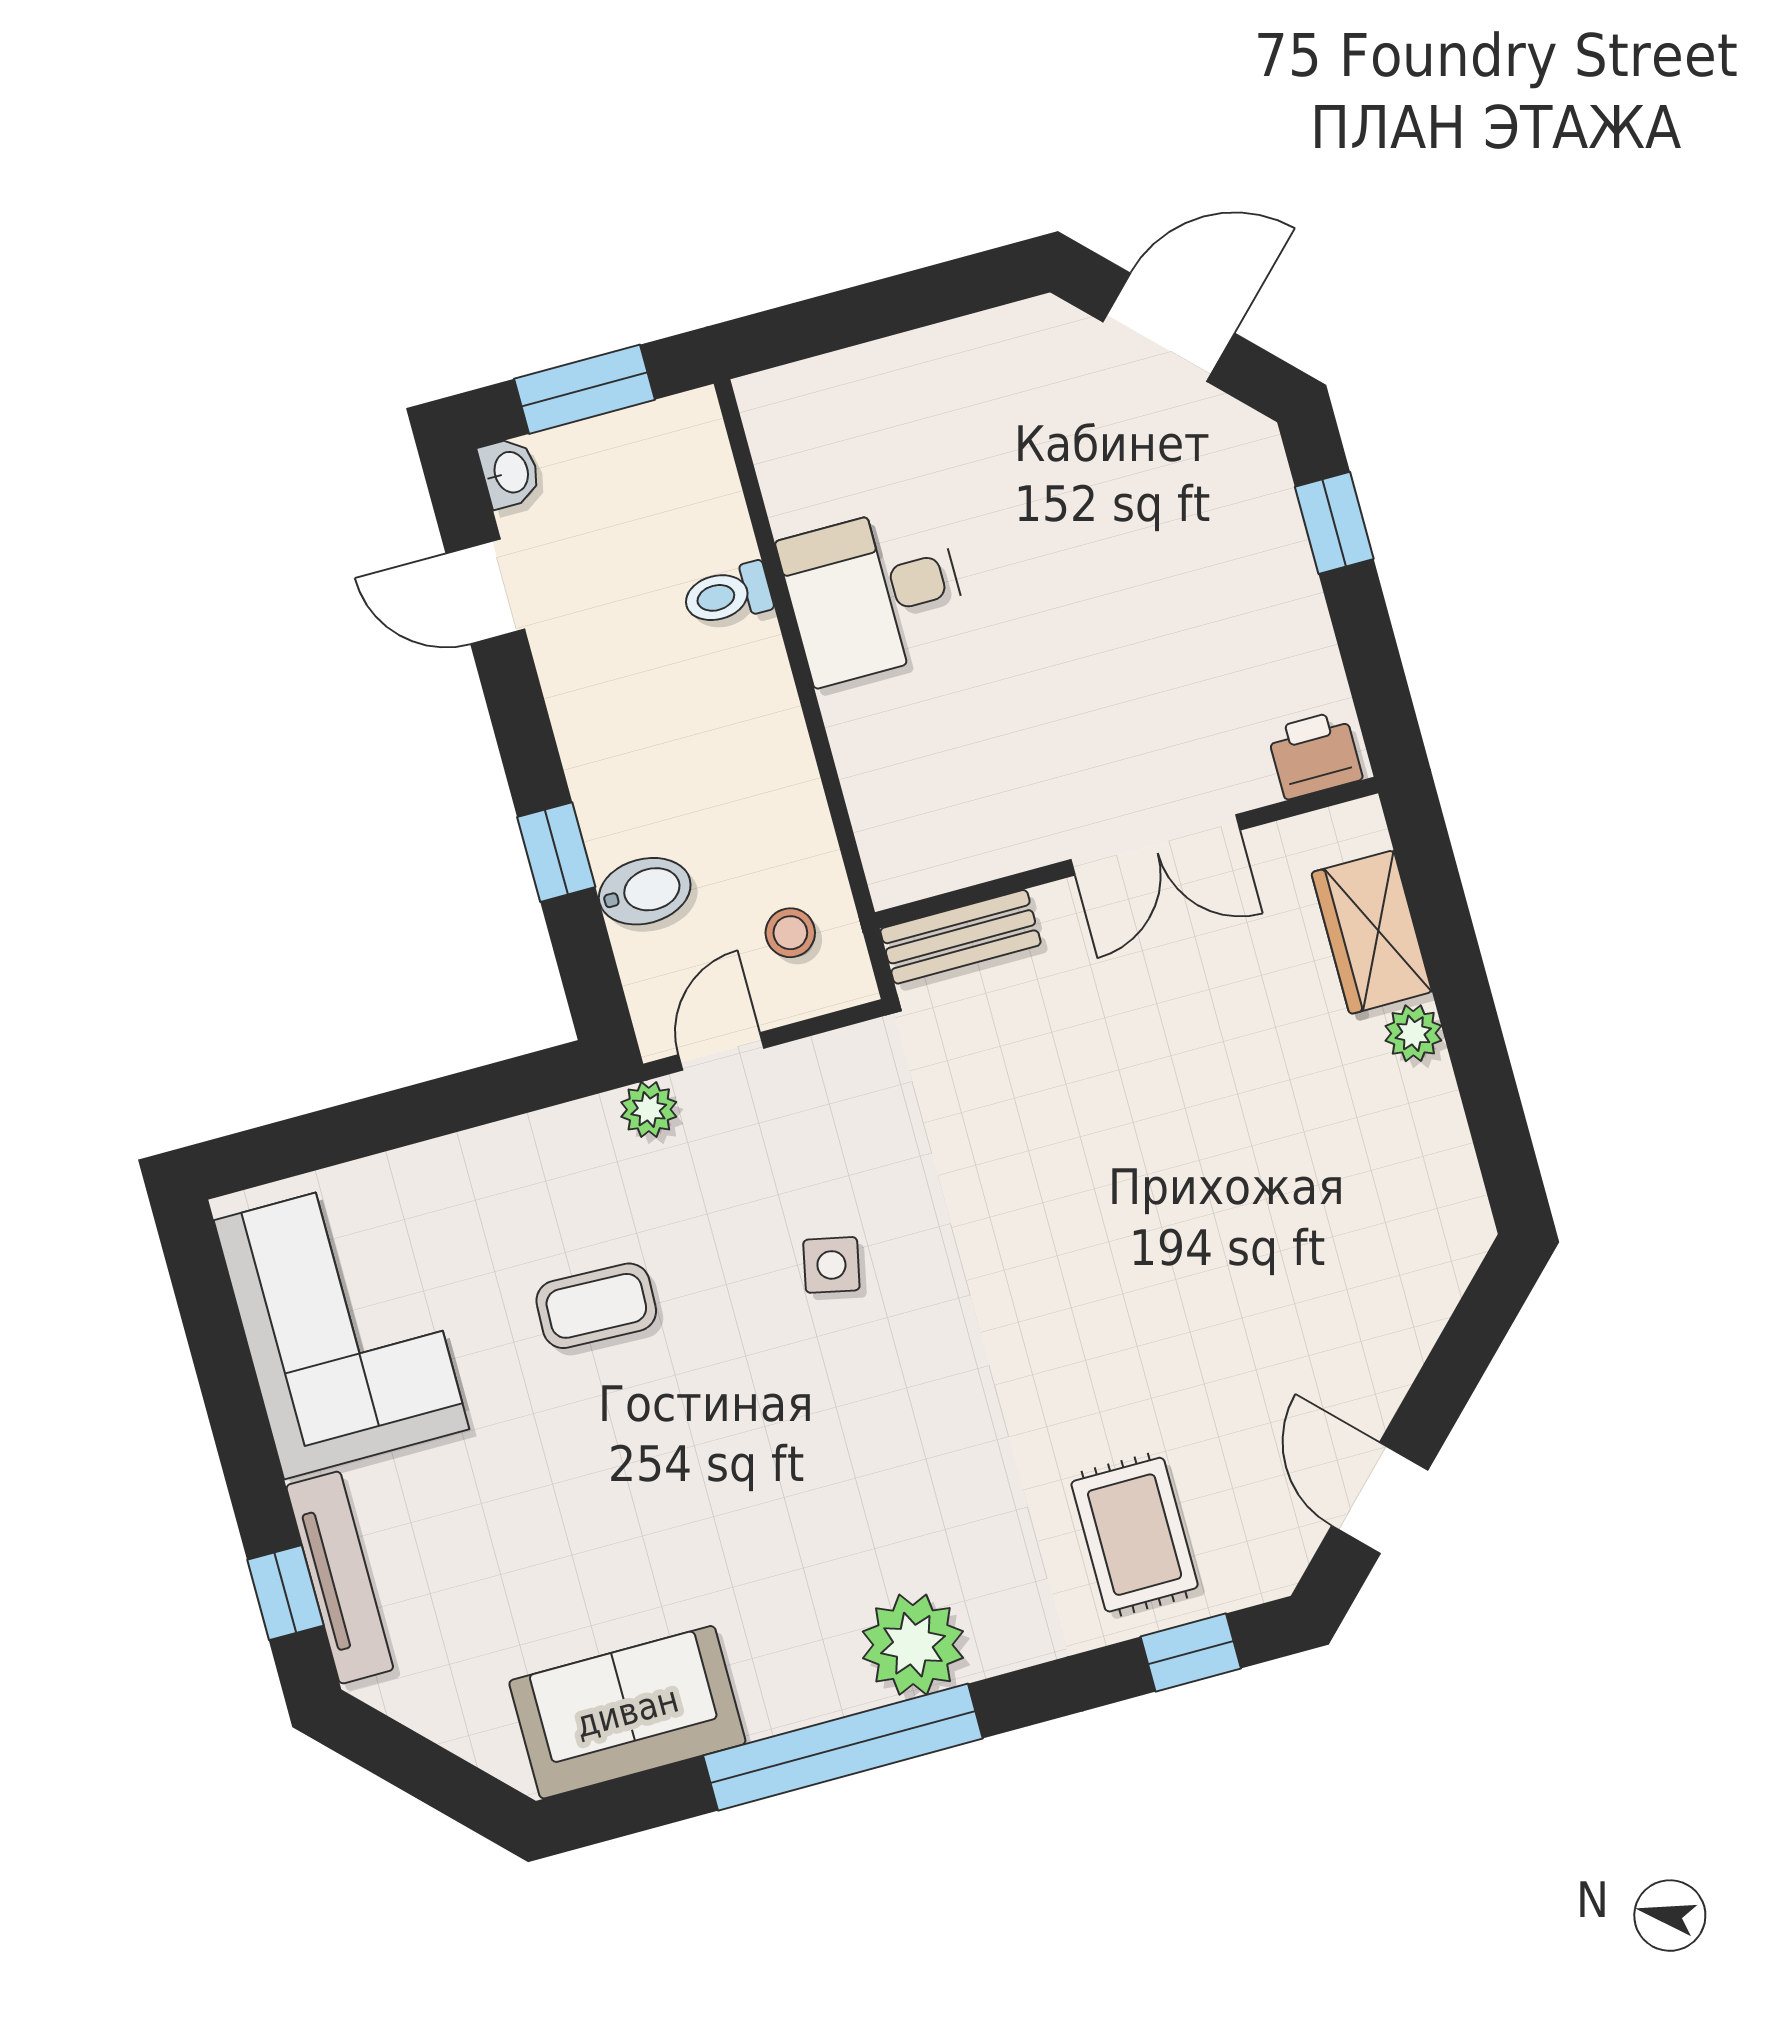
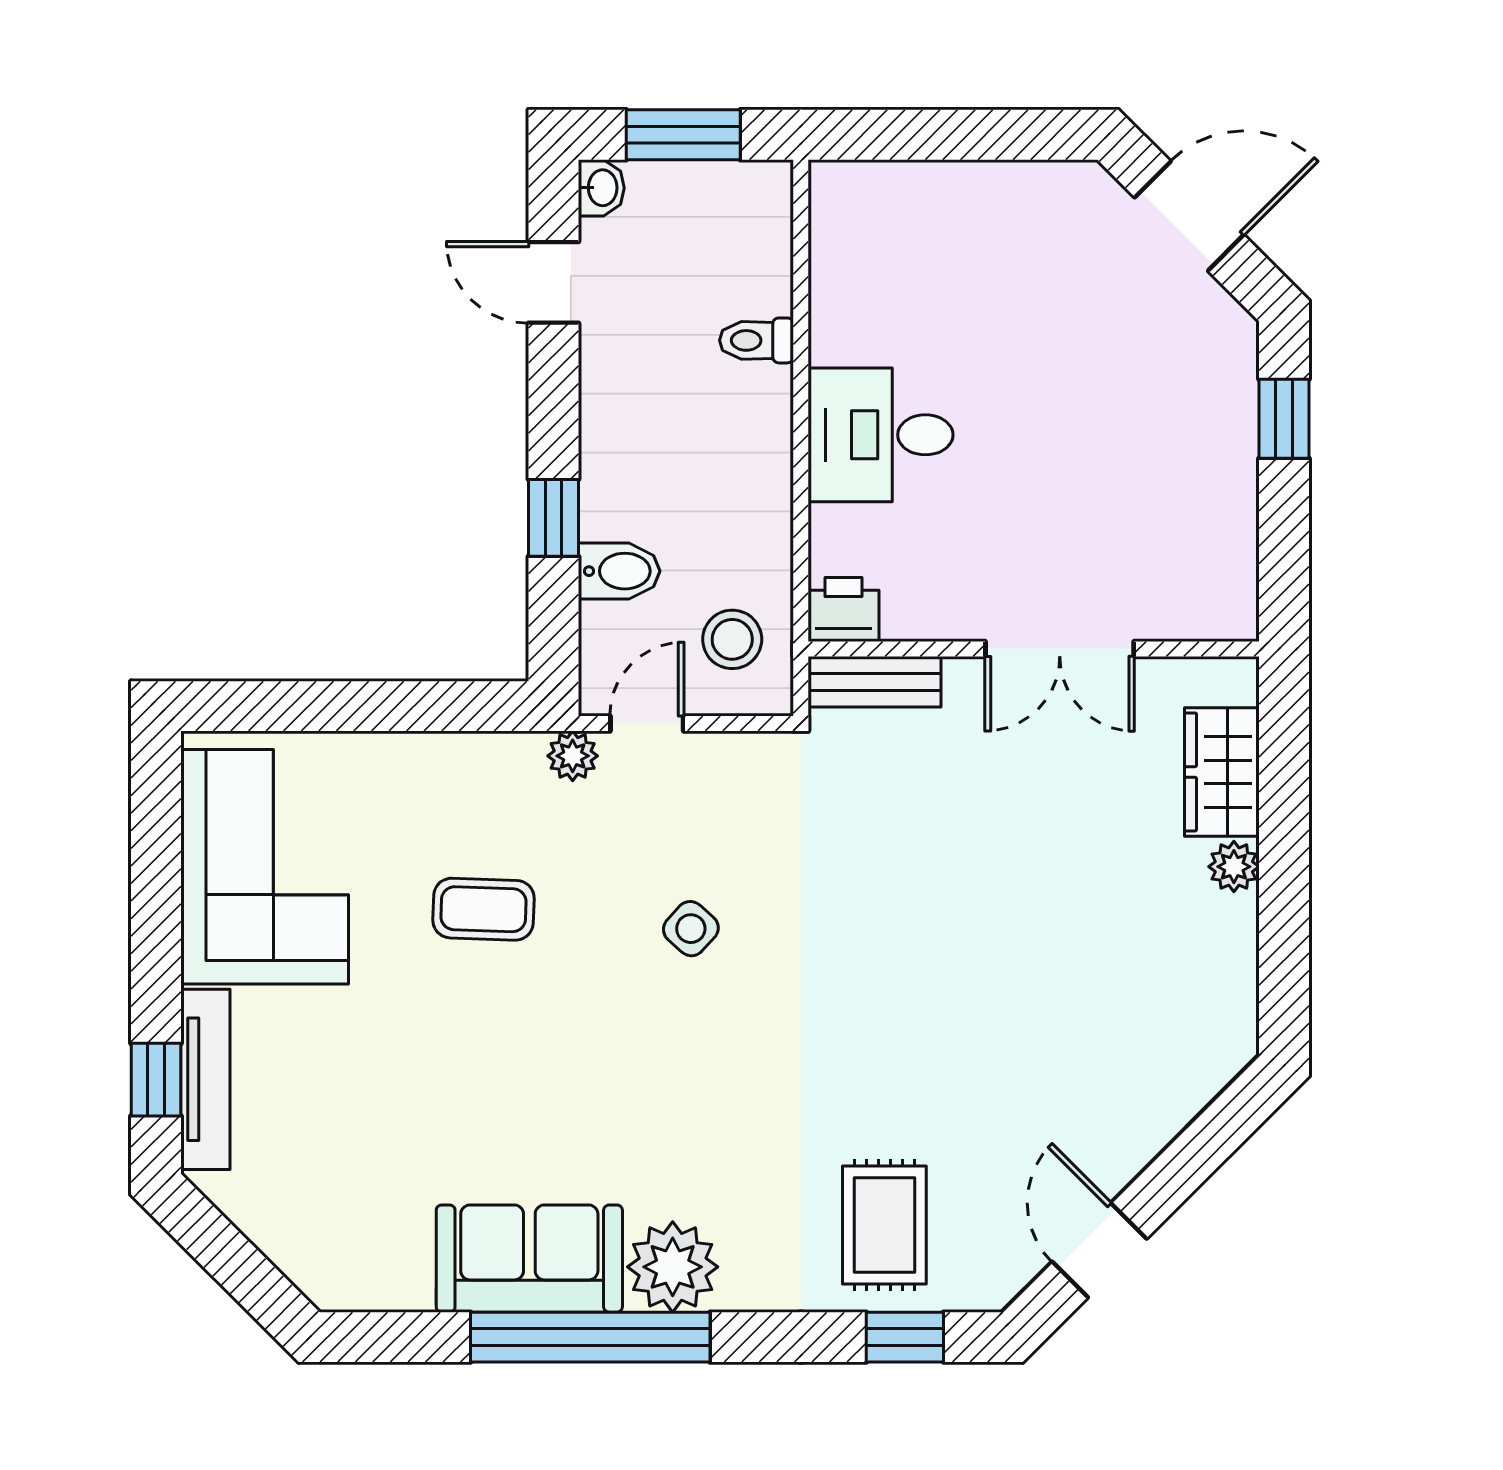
desk: (874, 594) -> (881, 435), moved
printer: (1315, 755) -> (844, 609), moved
stool: (790, 933) -> (732, 639), width x1.37, depth x1.37
side table: (831, 1265) -> (691, 929), turned 30
sofa: (627, 1712) -> (529, 1259), moved

